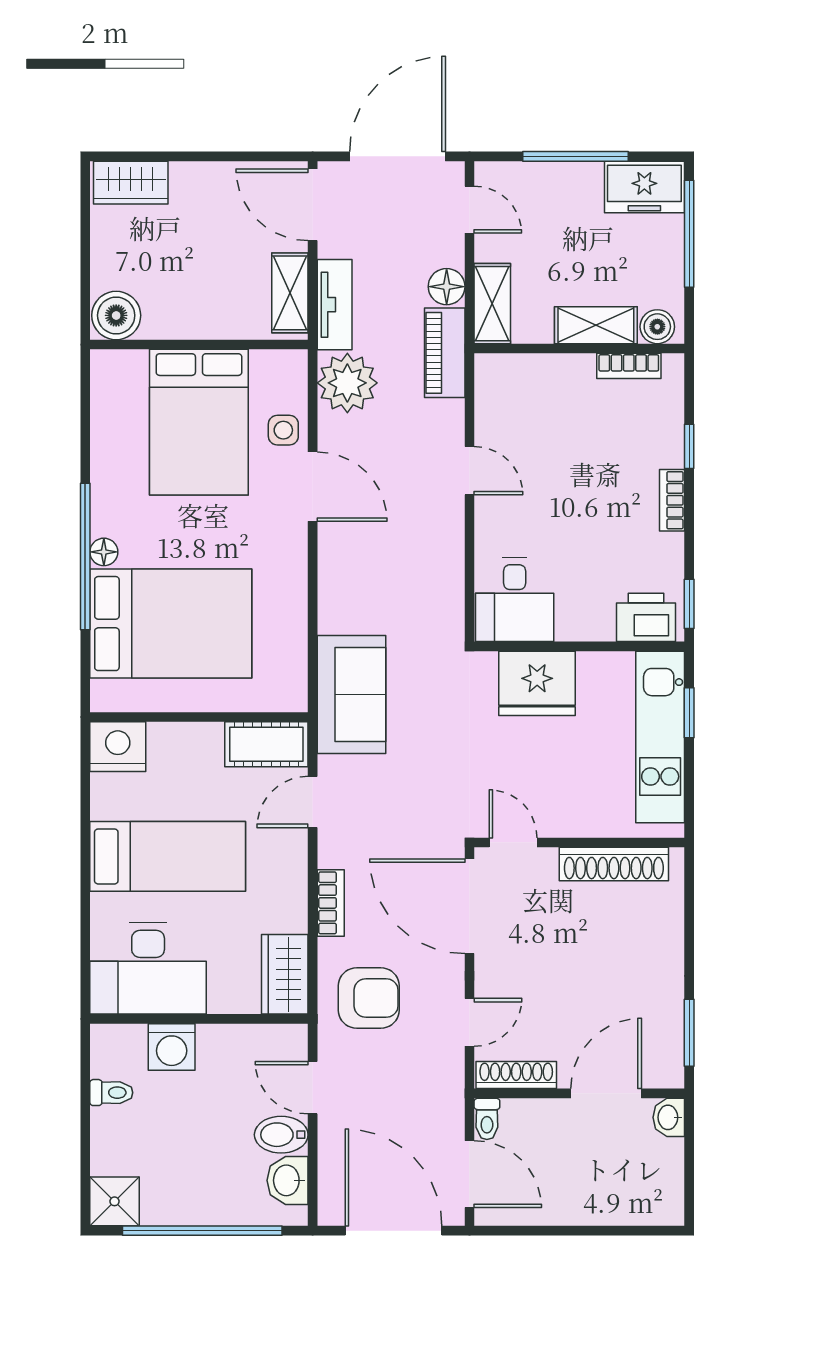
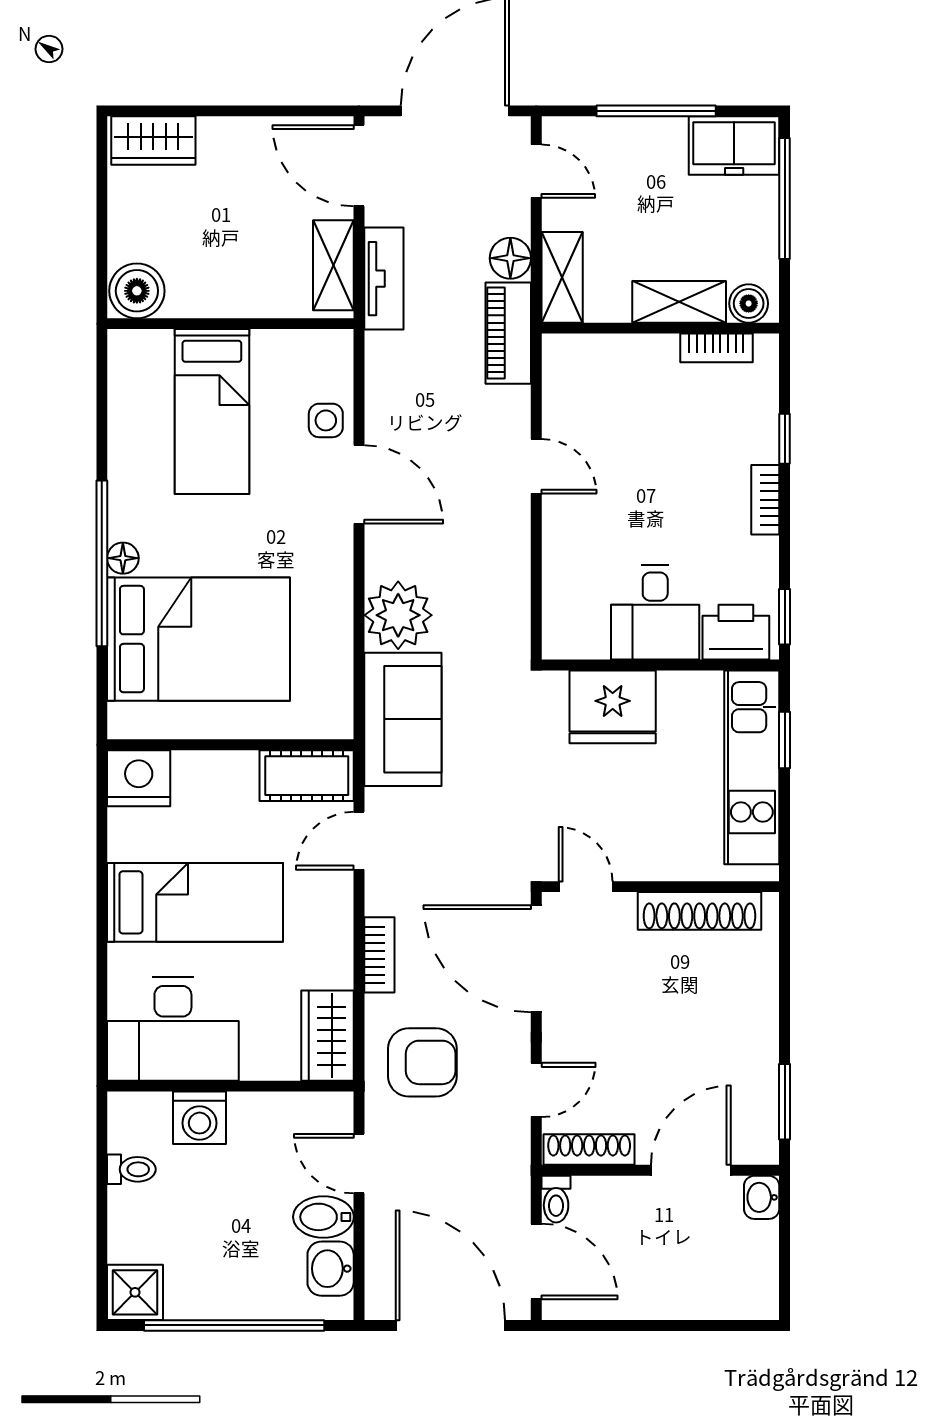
plant: (347, 383) -> (398, 615), moved
bed: (199, 422) -> (212, 412), width x0.67
desk: (515, 600) -> (655, 612), moved

